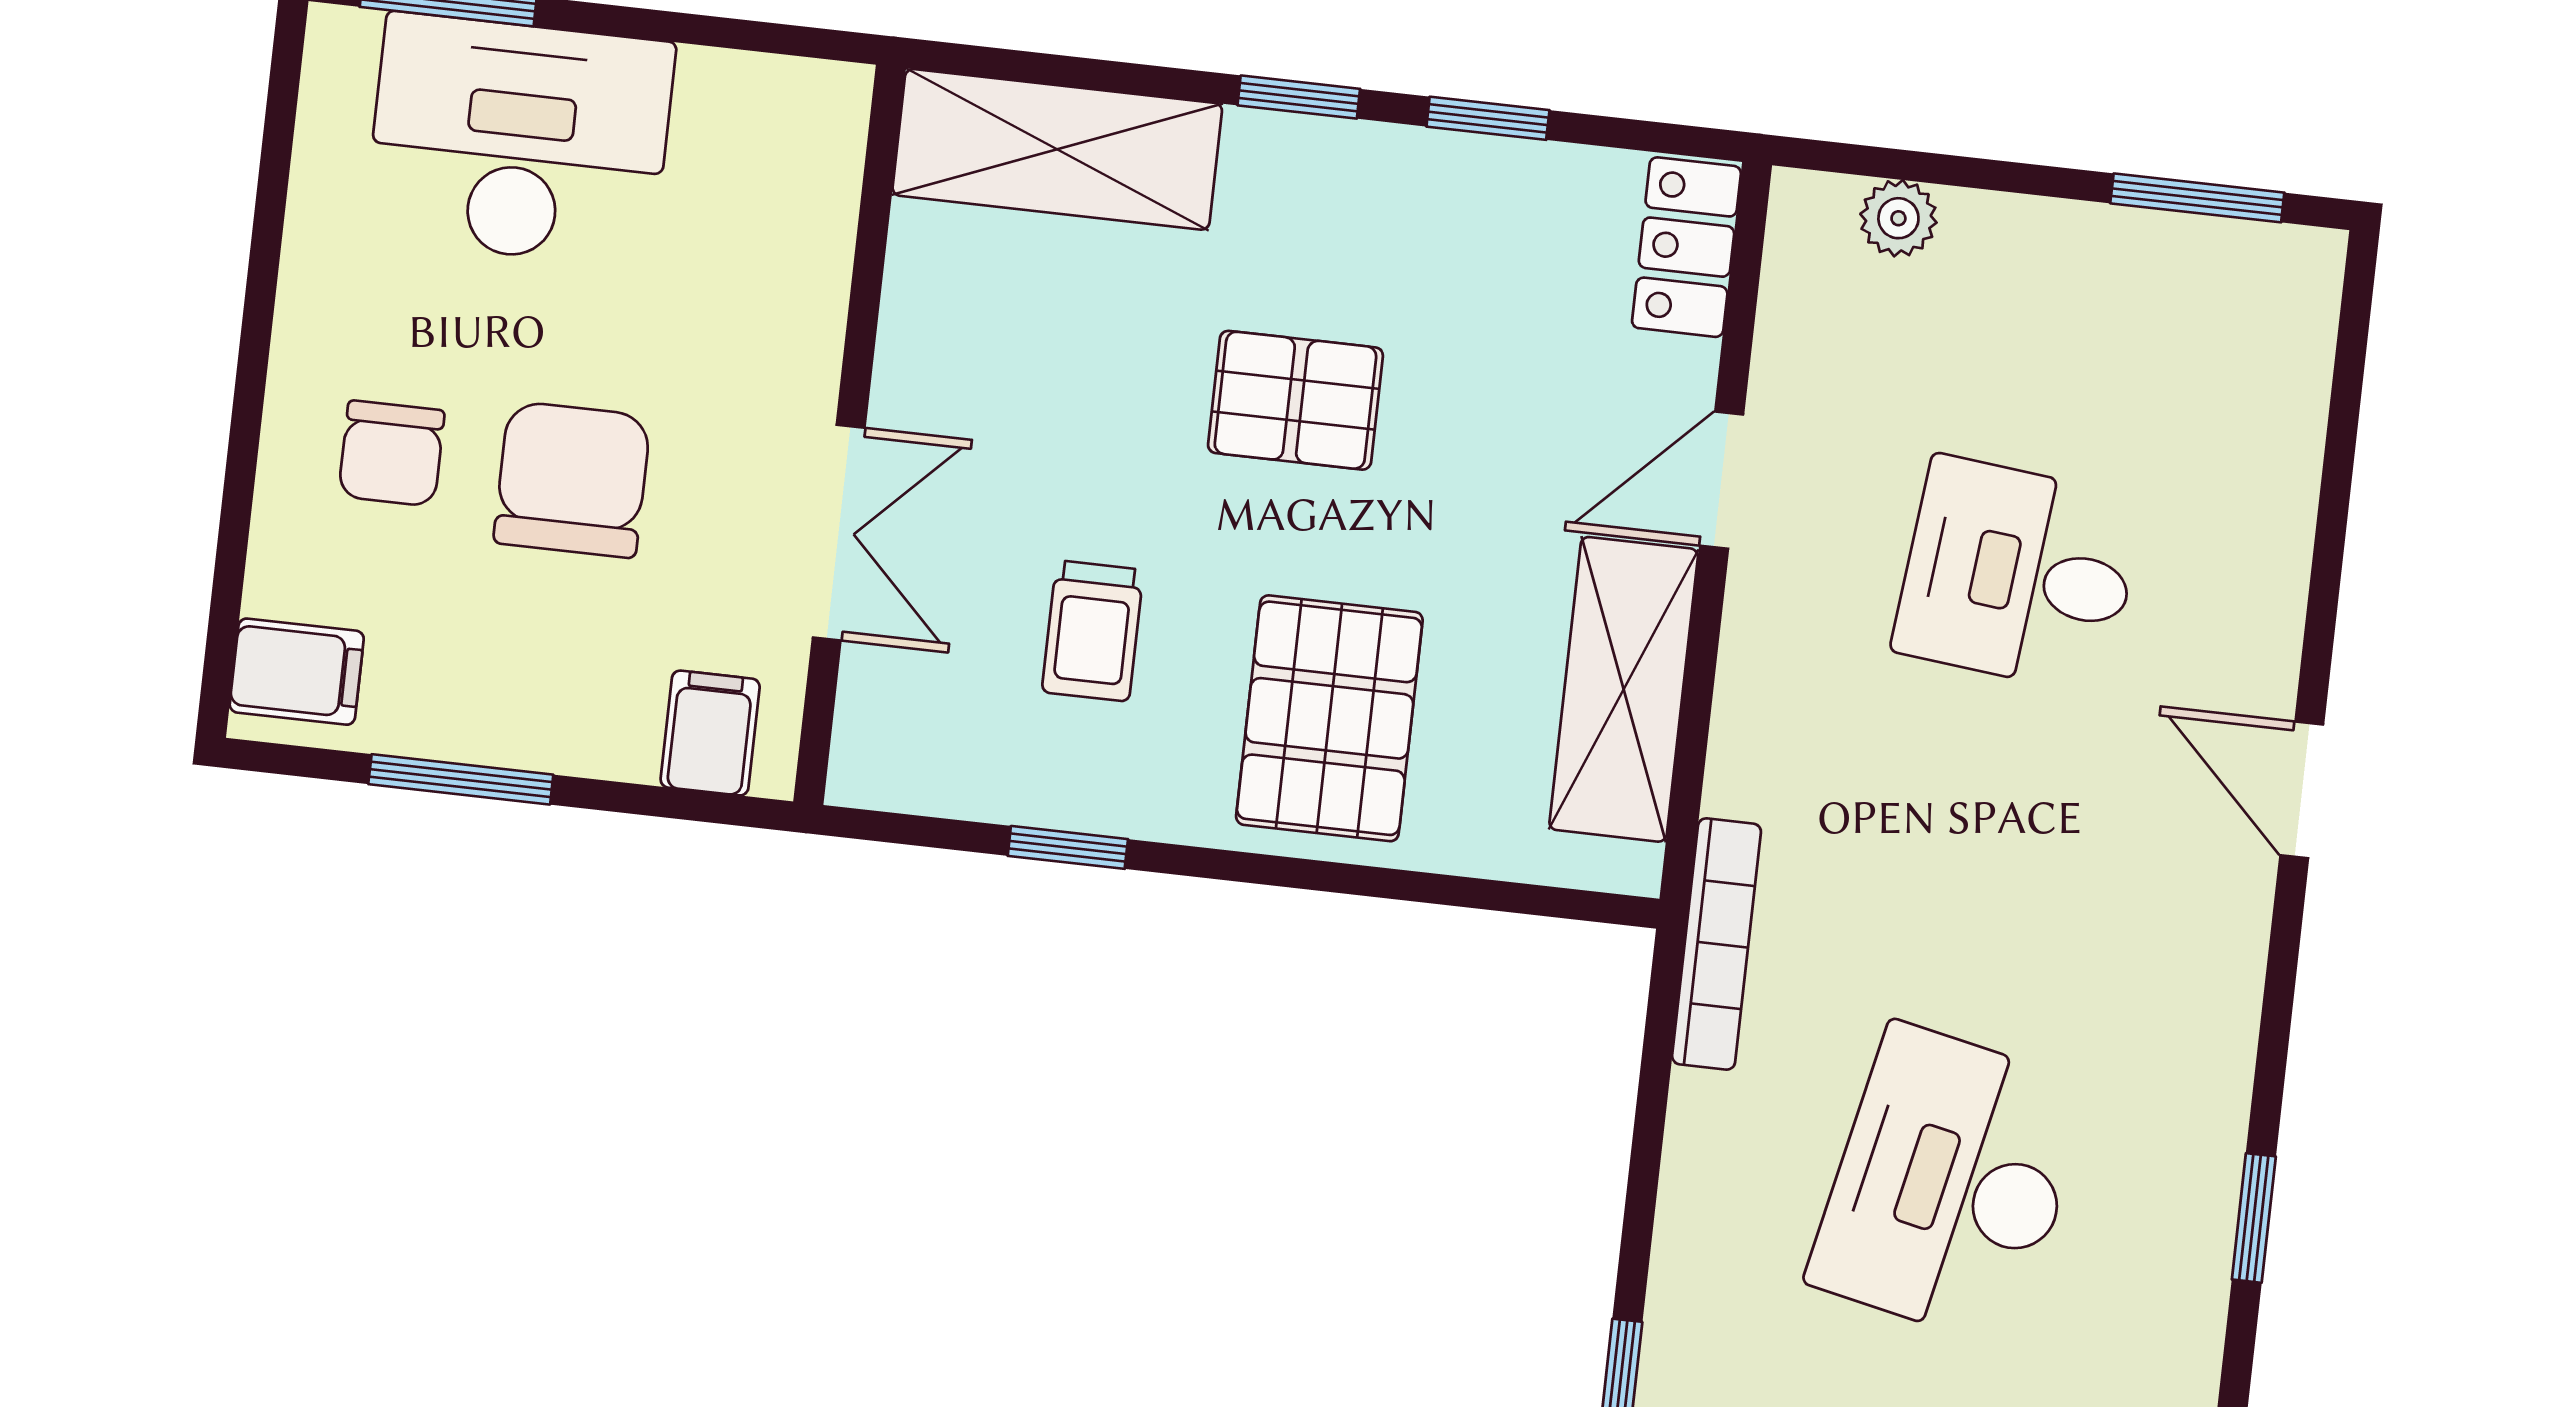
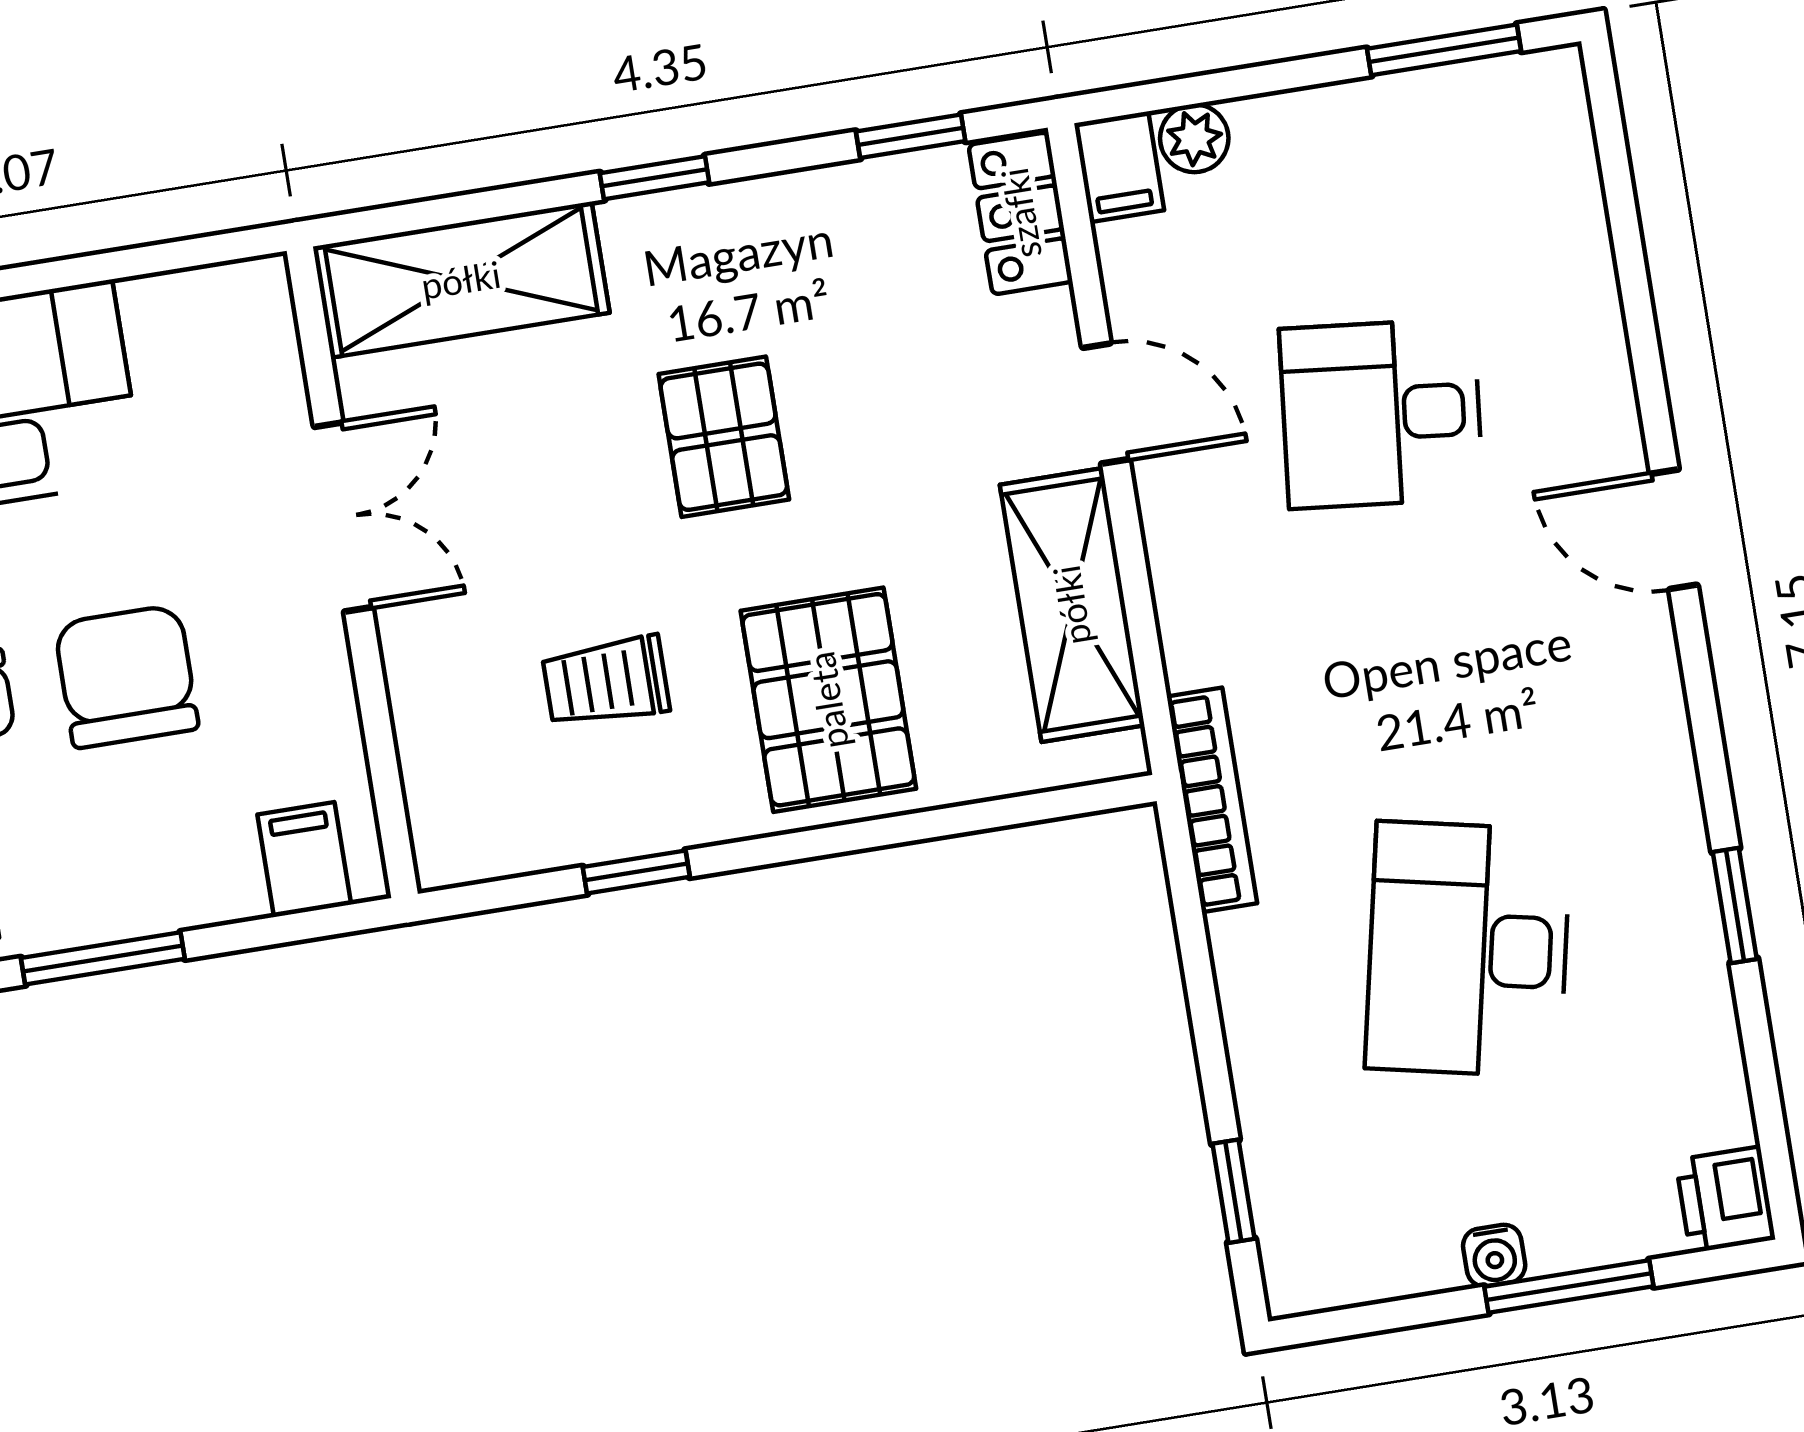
window: (1488, 118) -> (911, 136), moved
filing cabinet: (1808, 226) -> (1119, 167), added
pallet: (1295, 400) -> (724, 437), turned 90
door: (1722, 480) -> (1106, 403), swing flipped
double door: (839, 533) -> (343, 517), moved
trolley: (1093, 631) -> (606, 682), turned 90

